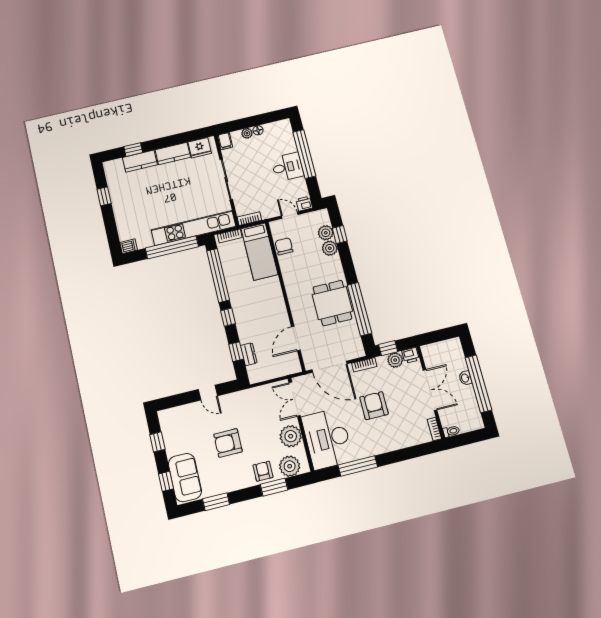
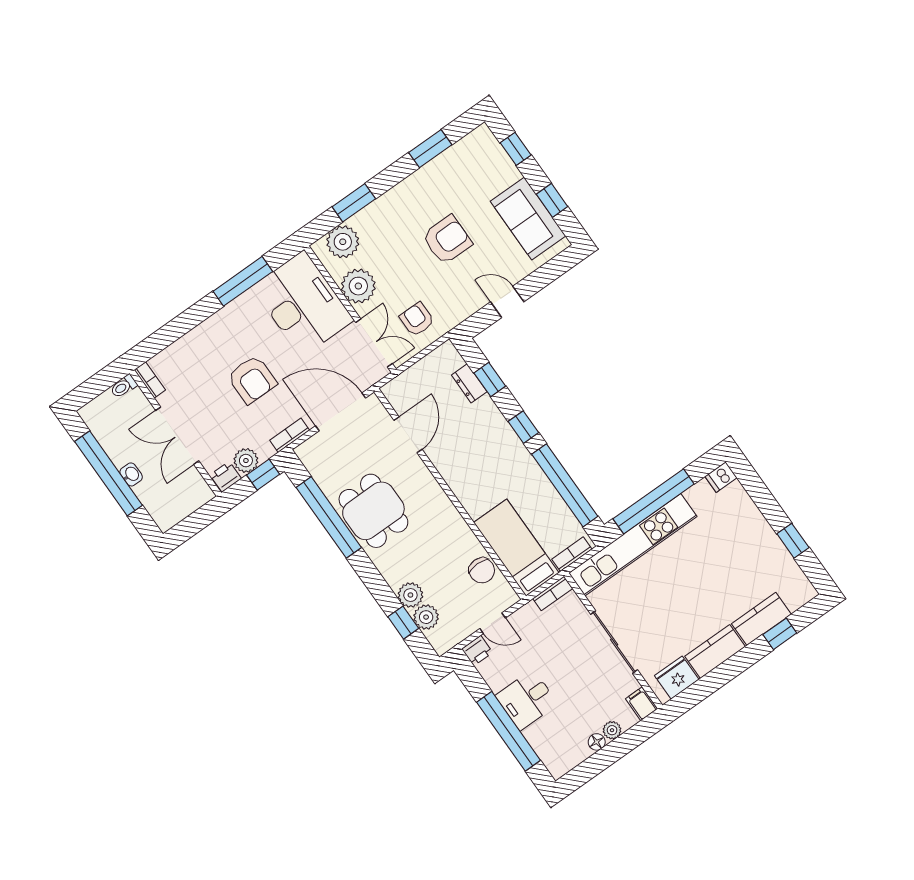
armchair: (263, 471) -> (417, 319), moved, turned 180
sofa: (185, 478) -> (528, 219), moved

